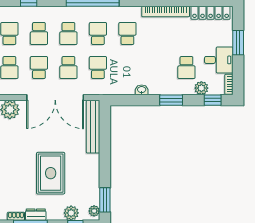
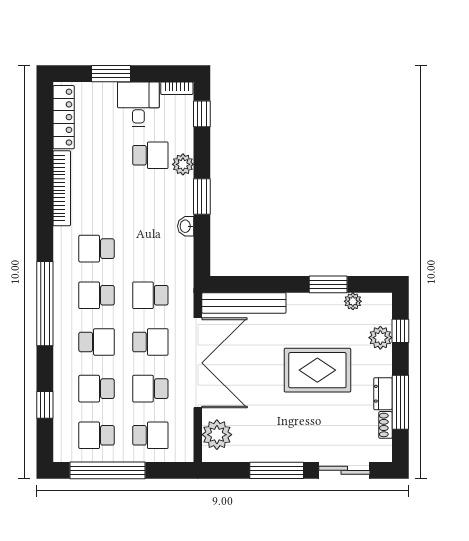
school desk: (39, 33) -> (97, 389), turned 180
plant: (201, 88) -> (183, 164), moved
window: (171, 100) -> (202, 196), moved
window: (105, 200) -> (328, 284), moved
plant: (94, 211) -> (353, 301), moved

